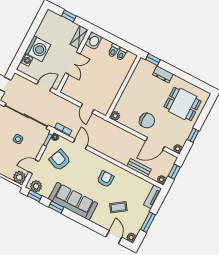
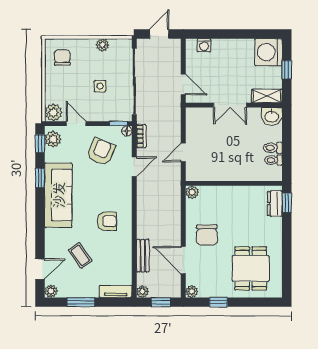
washing machine: (38, 49) -> (268, 52), moved, turned 90
dresser: (163, 74) -> (275, 203), moved

